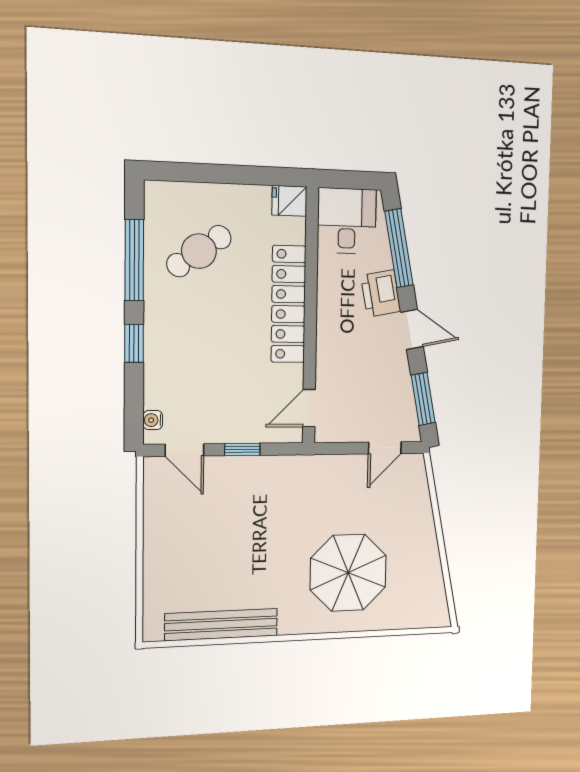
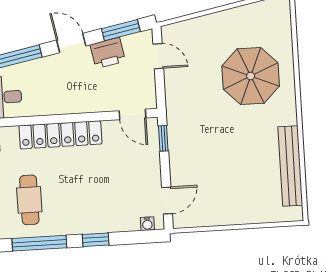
cafe table: (199, 251) -> (29, 200), turned 35
printer: (381, 294) -> (108, 53), moved
door: (412, 329) -> (71, 43), hinge flipped
window: (242, 449) -> (163, 138), moved

